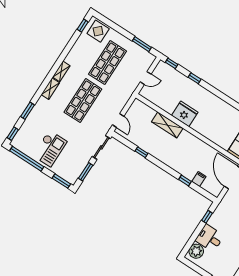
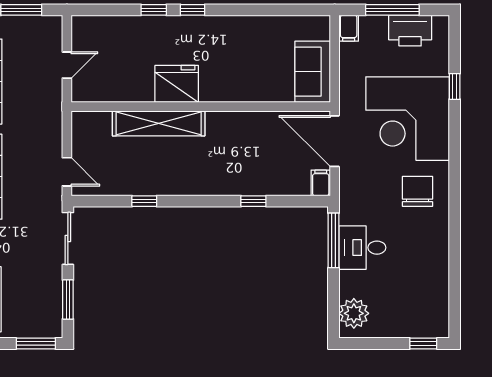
window: (172, 63) -> (193, 10), moved
shelving: (167, 125) -> (159, 123), width x1.47
filing cabinet: (199, 179) -> (321, 183), moved
window: (207, 217) -> (334, 240), width x2.17
desk: (210, 238) -> (362, 248), moved

